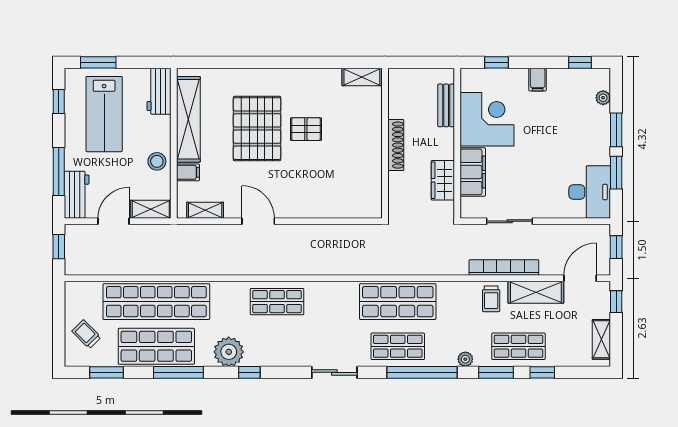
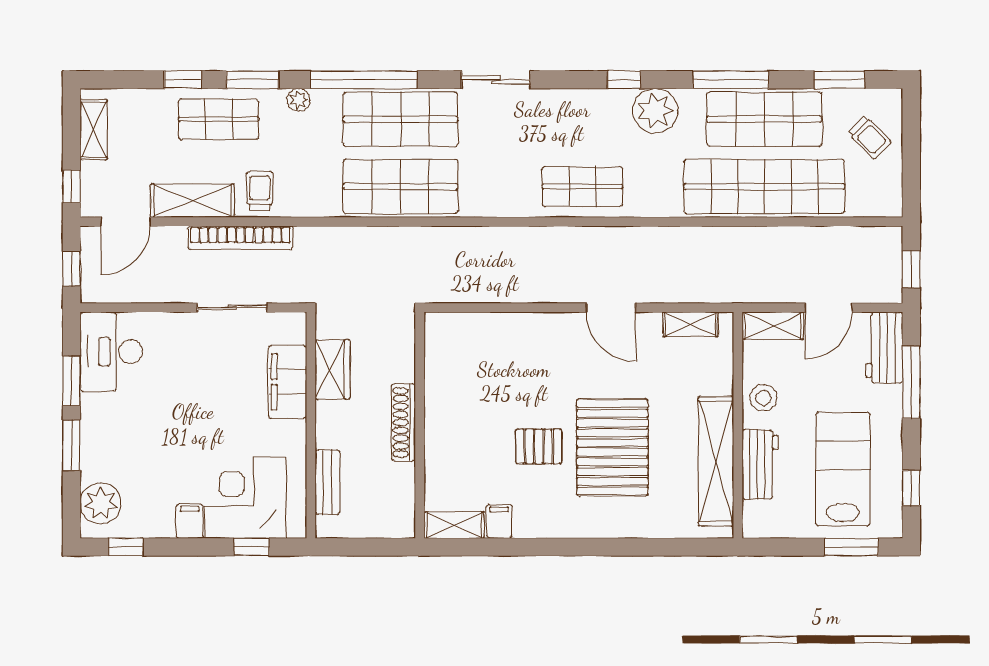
workbench: (159, 91) -> (760, 465), moved
plant: (603, 98) -> (101, 503), width x1.88, depth x1.88
corner desk: (487, 119) -> (246, 498), moved, turned 90
filing cabinet: (188, 172) -> (499, 521), moved, turned 90
shop shelf: (398, 346) -> (400, 119), width x1.43, depth x1.36

